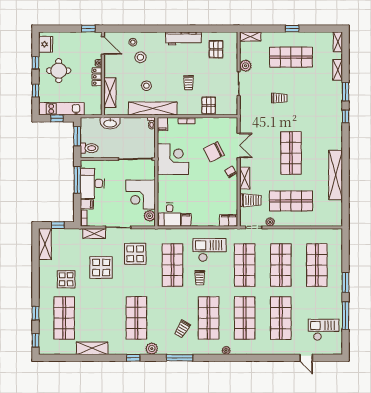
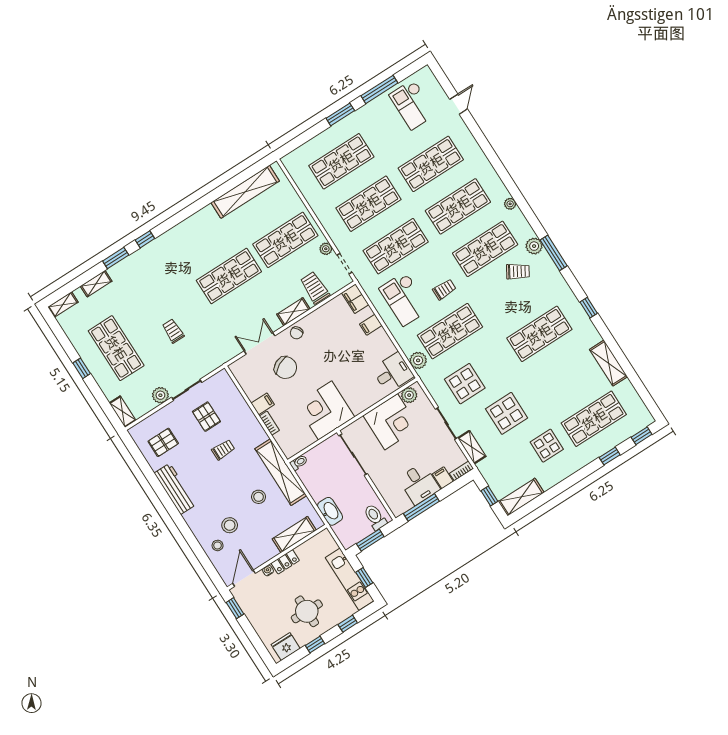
pallet: (209, 105) -> (206, 417), moved, turned 90
filing cabinet: (162, 124) -> (263, 404), moved
shelving: (336, 175) -> (245, 192), moved
desk: (92, 183) -> (419, 484), width x0.73
shop shelf: (291, 201) -> (285, 240), turned 90
filing cabinet: (186, 220) -> (371, 325), moved
plant: (167, 235) -> (418, 360), added
plant: (152, 349) -> (534, 246), moved

